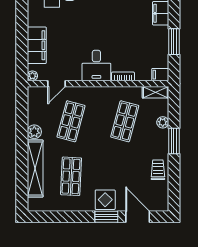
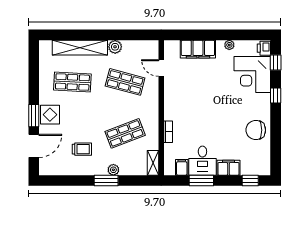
desk: (96, 66) -> (202, 161), moved, turned -90
filing cabinet: (160, 75) -> (182, 167), moved
plant: (32, 76) -> (229, 45), moved
shop shelf: (125, 121) -> (125, 133), turned -36
plant: (163, 122) -> (113, 170), moved
trolley: (158, 170) -> (82, 149), moved

